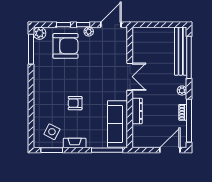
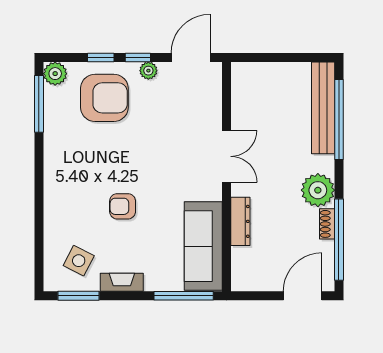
plant: (182, 90) -> (318, 190), width x1.88, depth x1.88

